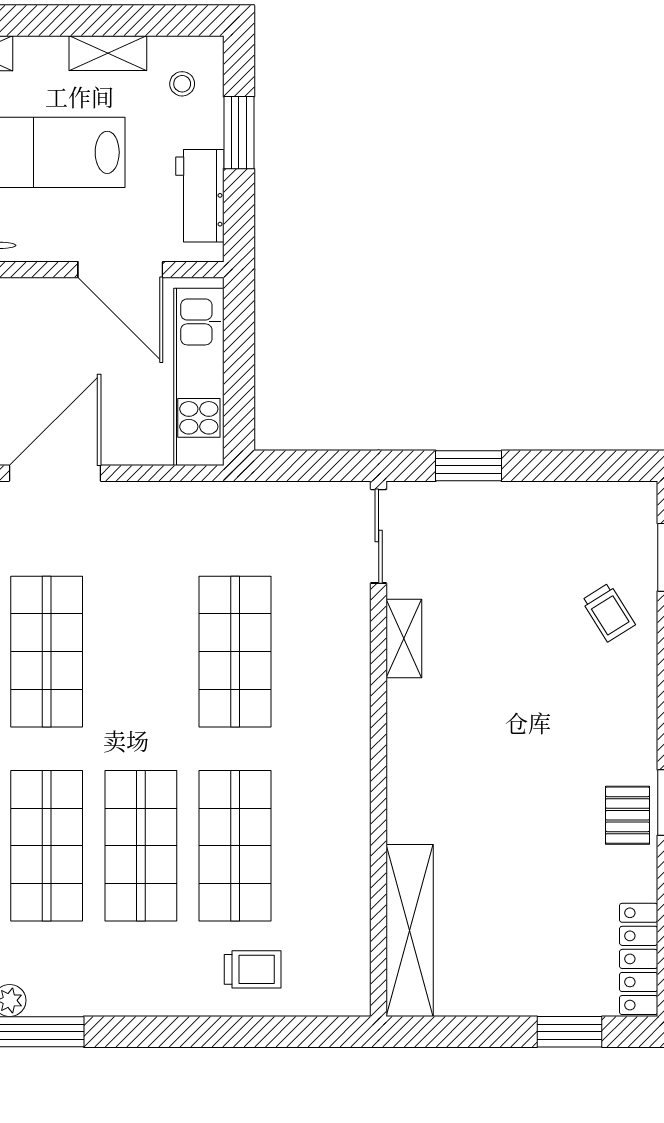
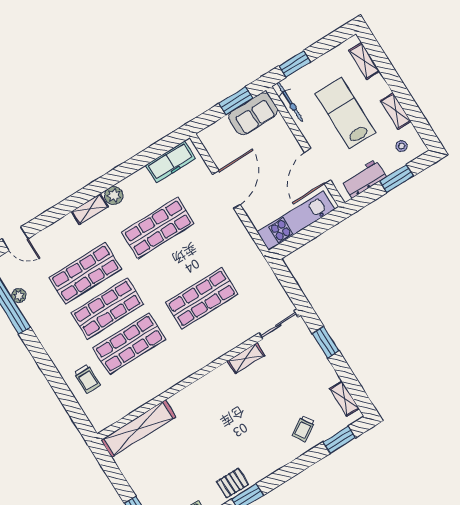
door: (55, 473) -> (226, 189), hinge flipped
shelving: (600, 498) -> (344, 399), added

